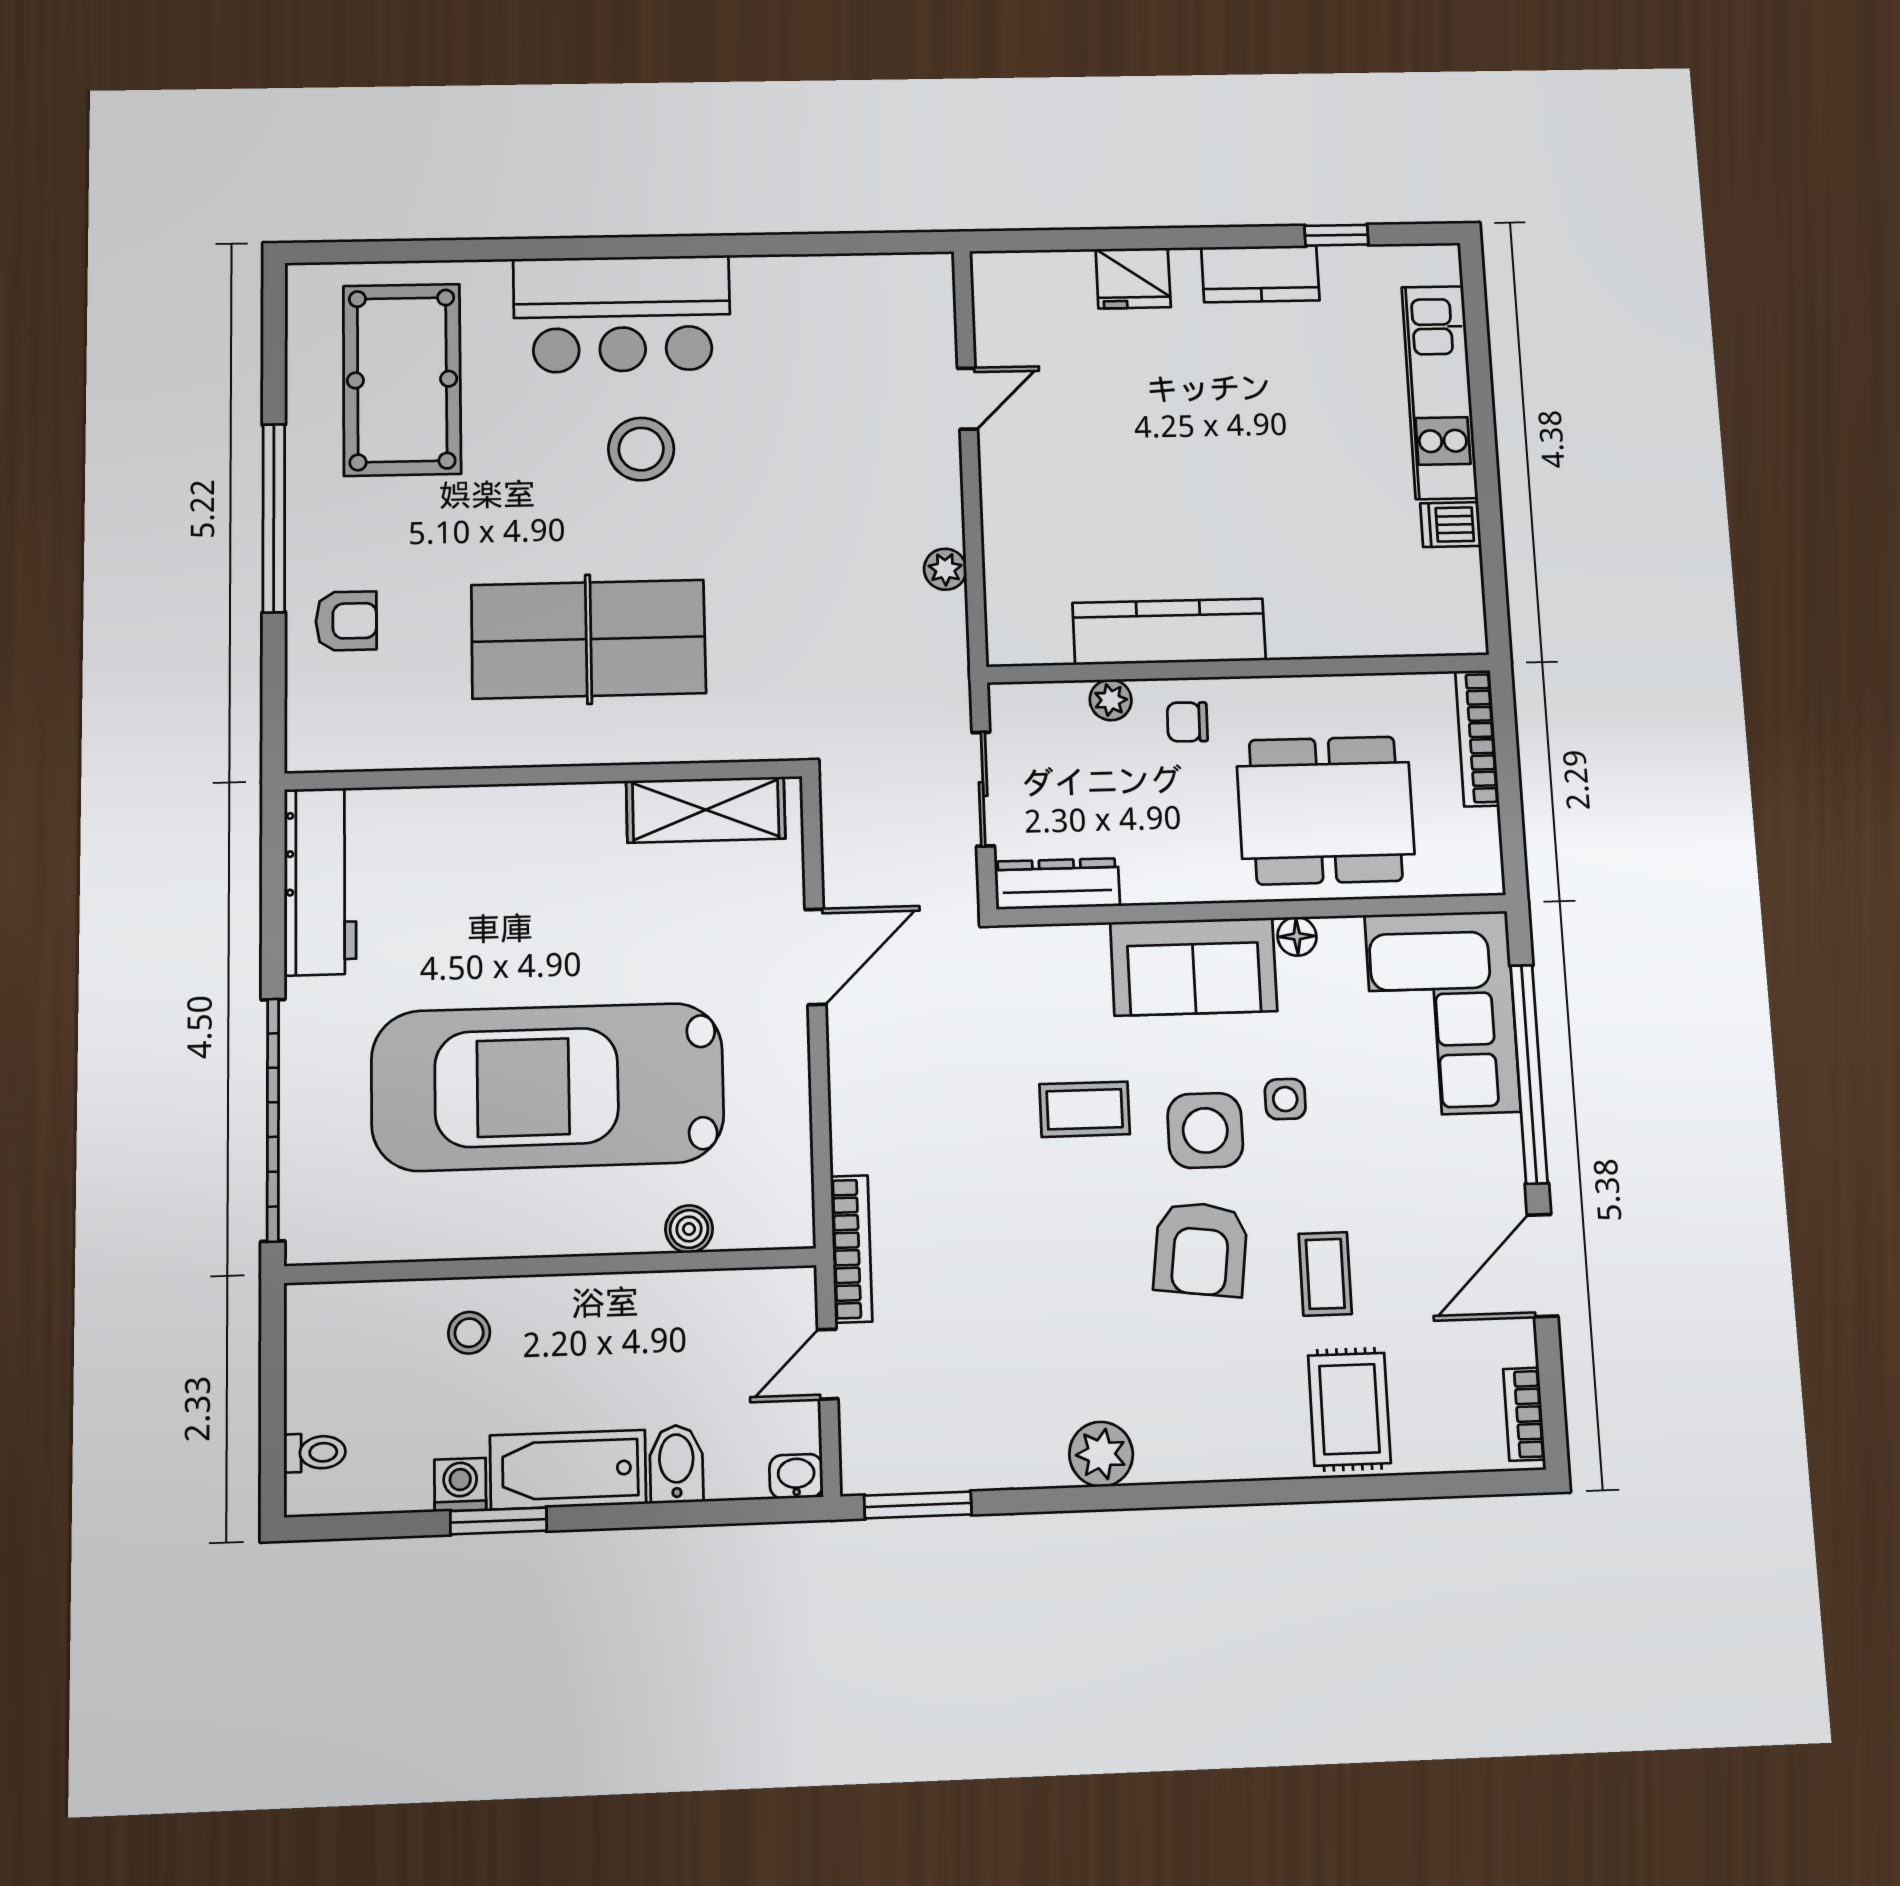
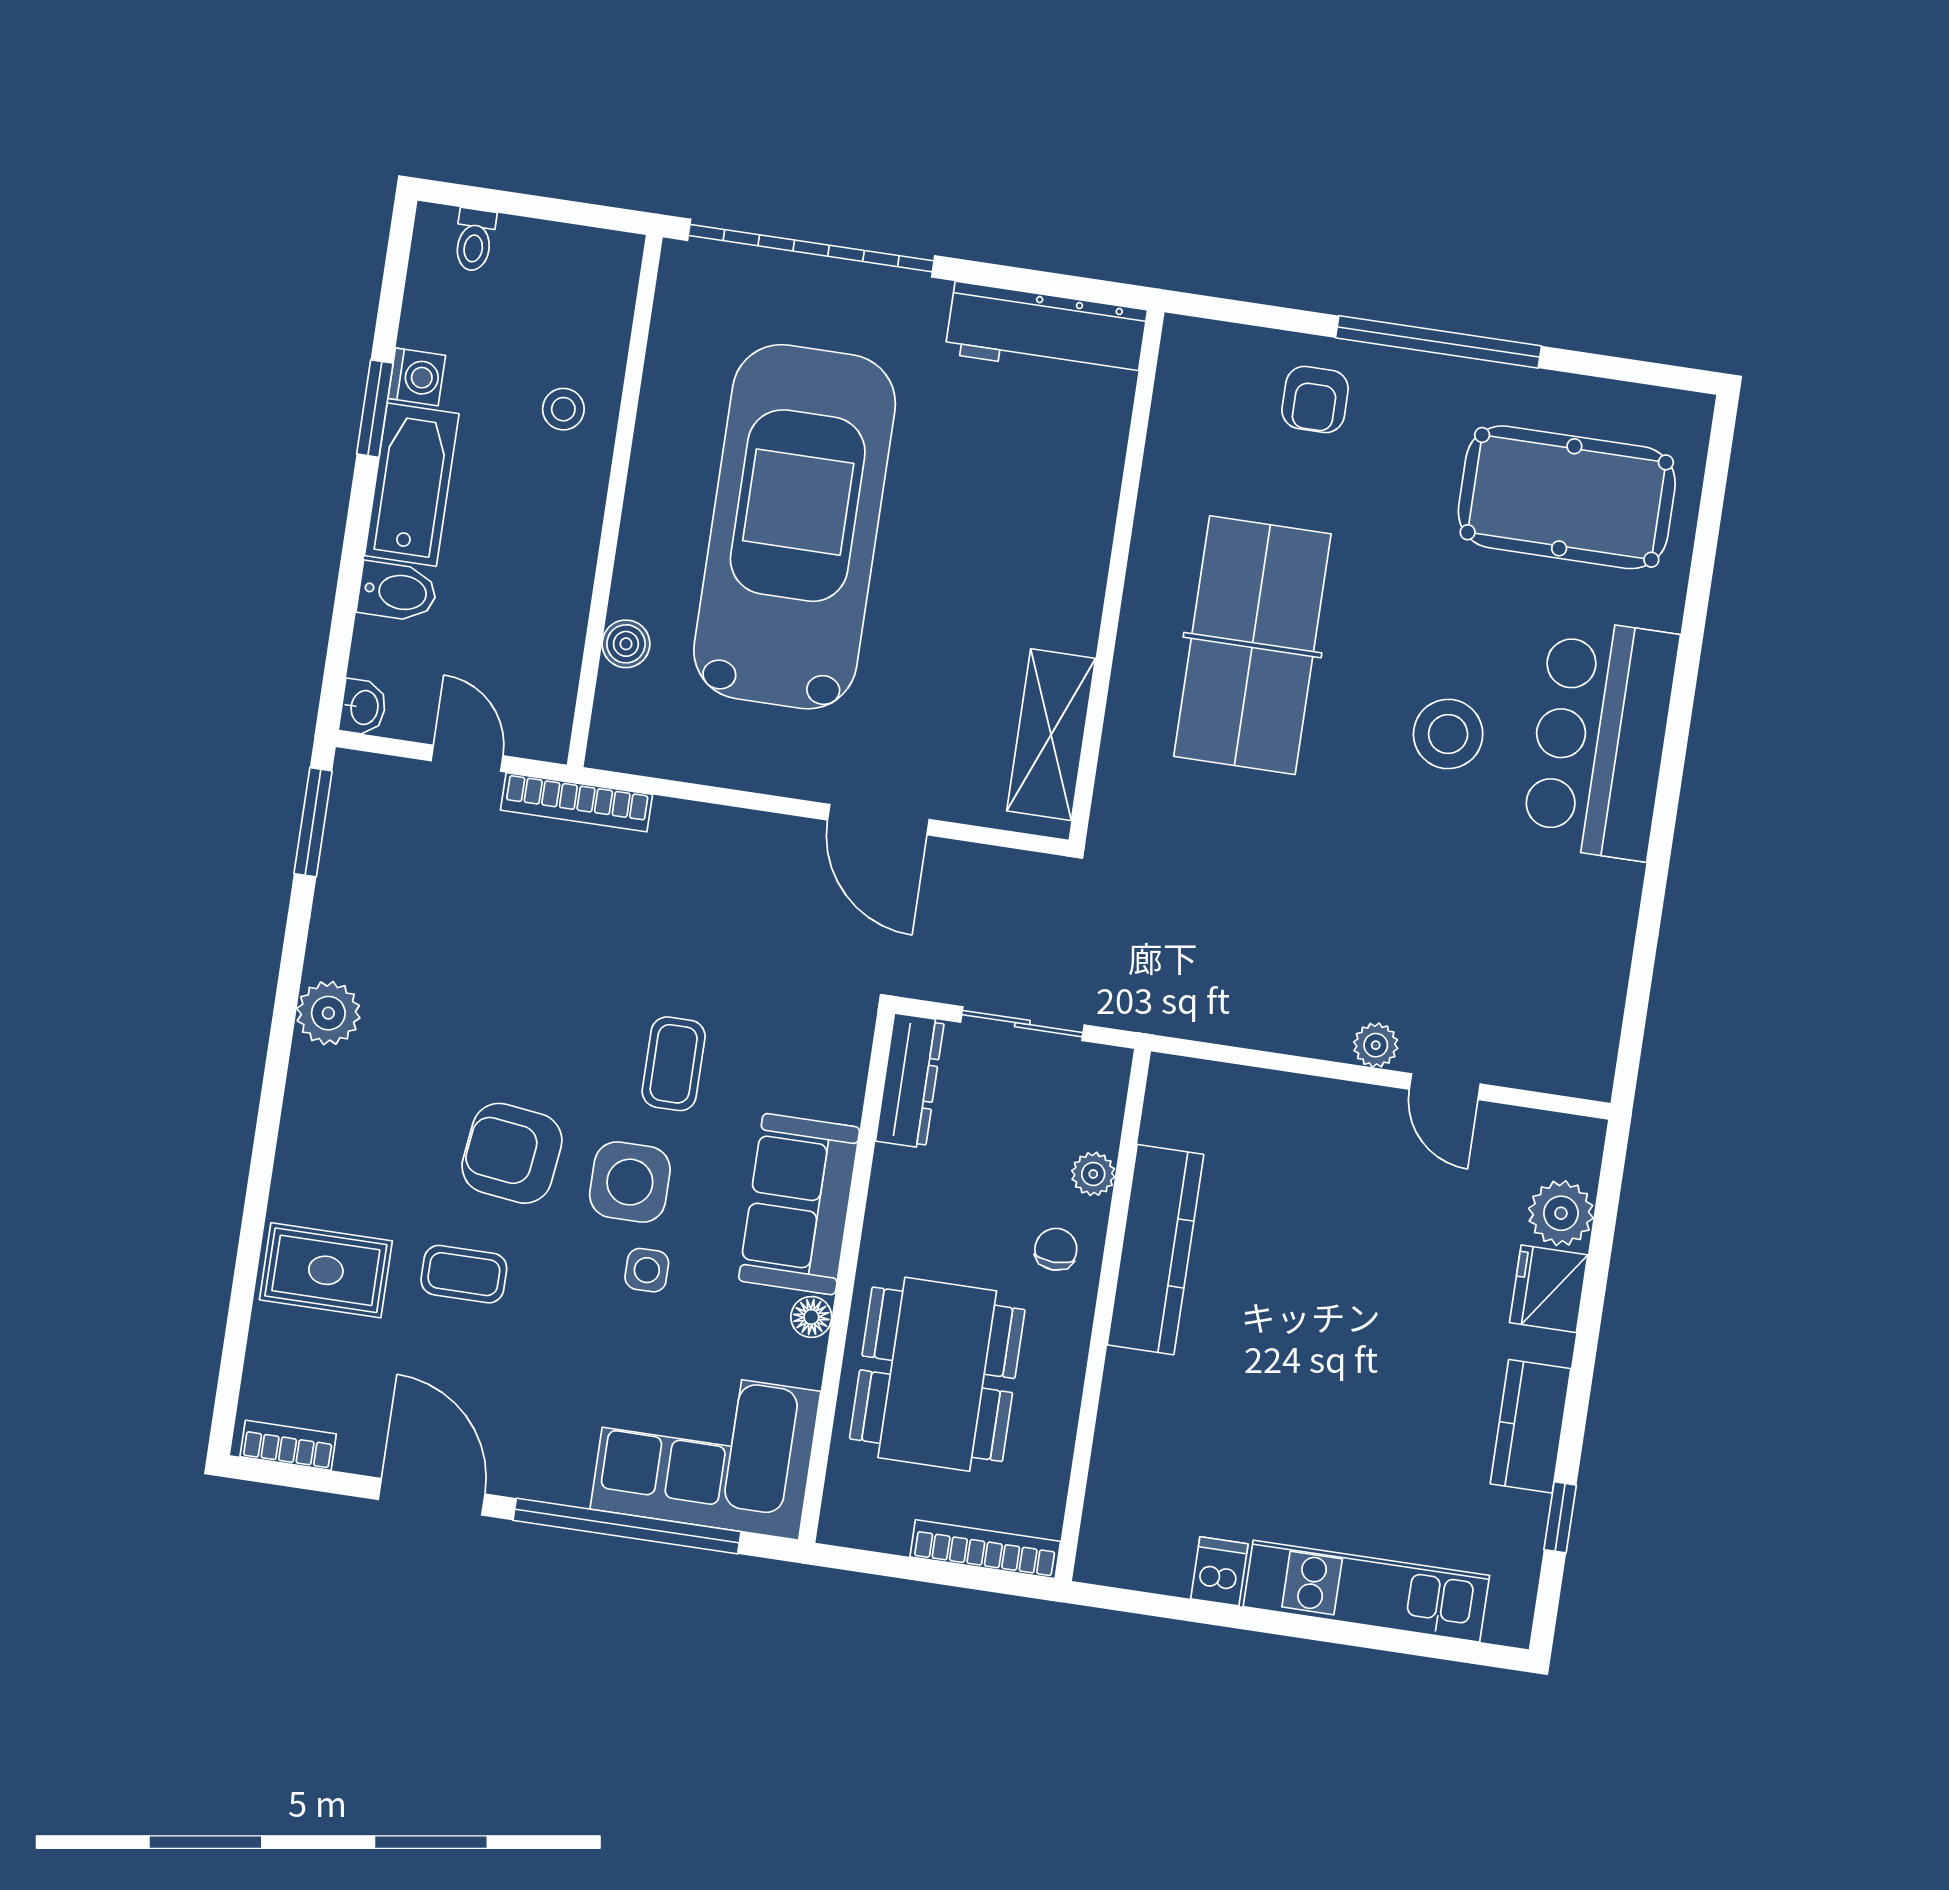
plant: (1063, 279) -> (1561, 1213), added
plant: (945, 569) -> (1376, 1045), moved

